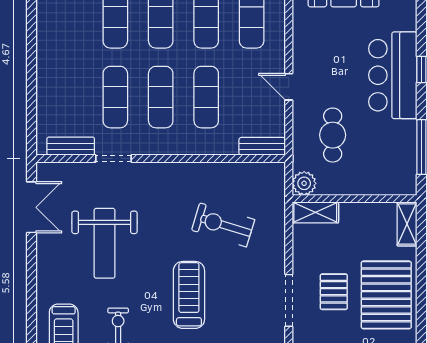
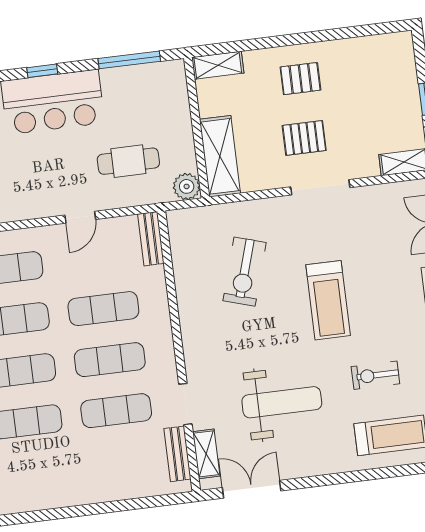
shelving: (68, 171) -> (206, 454), added
shelving: (315, 212) -> (220, 156), width x1.50, depth x1.33
treadmill: (189, 295) -> (328, 300), turned -90
pallet: (386, 295) -> (300, 79), width x0.49, depth x0.50

